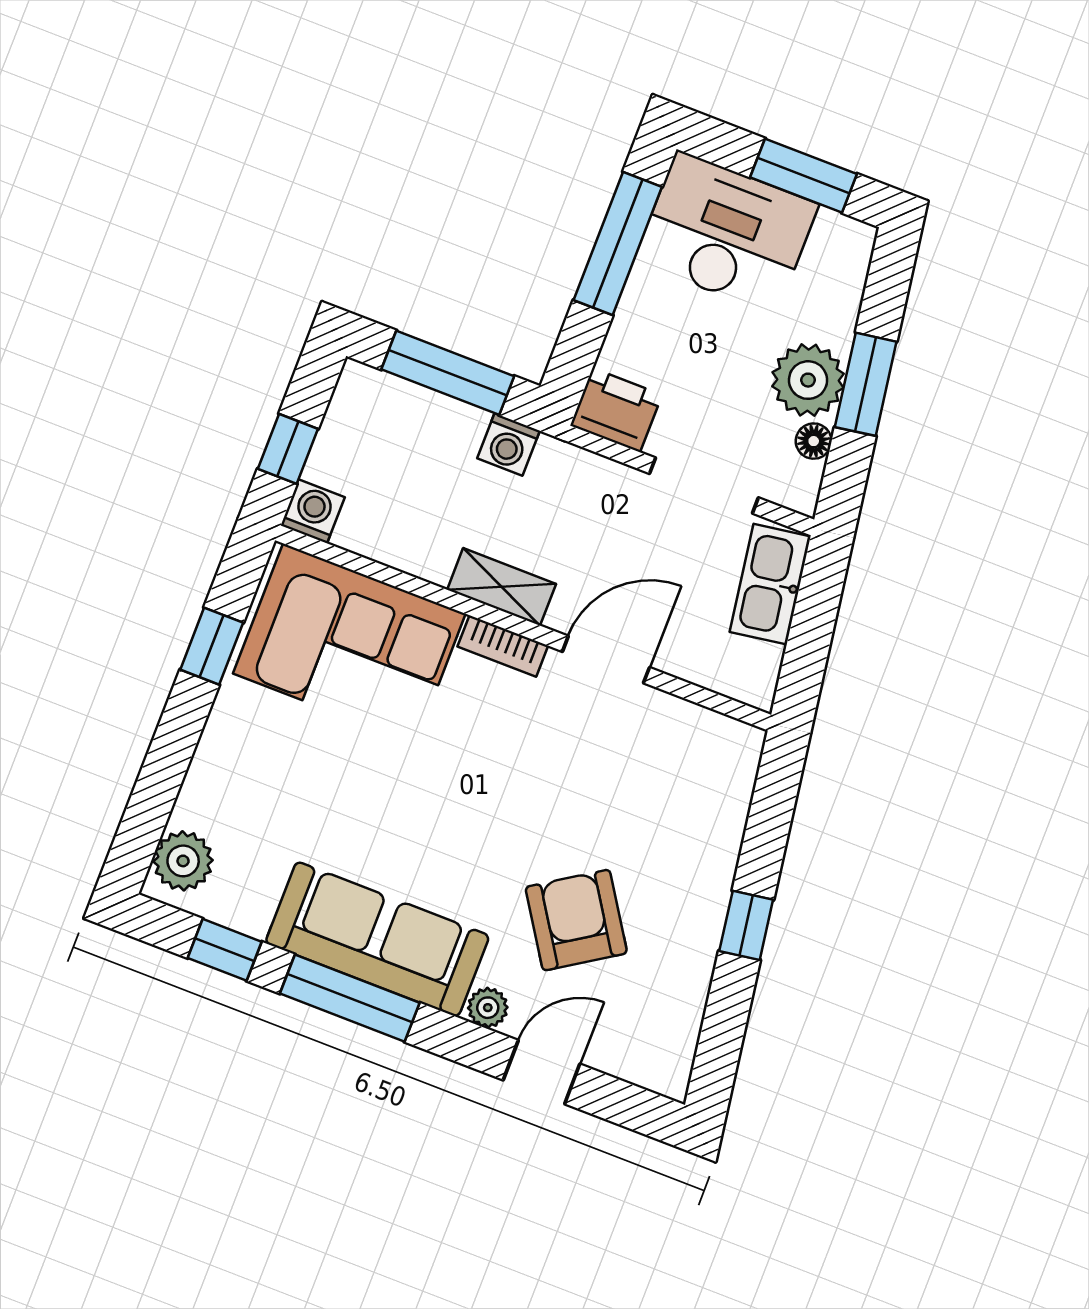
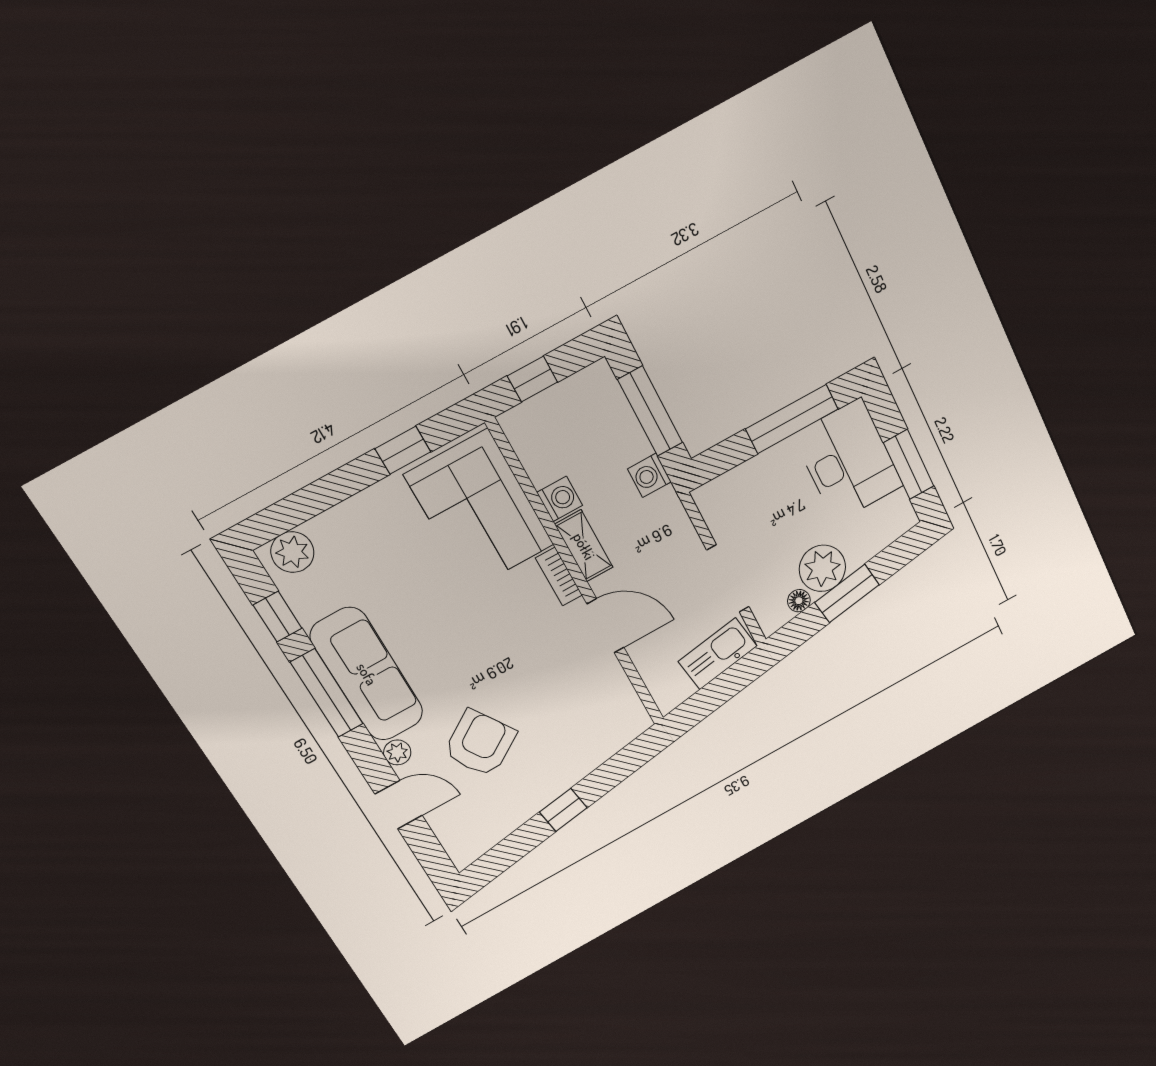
printer: (616, 410) -> (718, 504), removed
washing machine: (313, 511) -> (560, 499), moved

